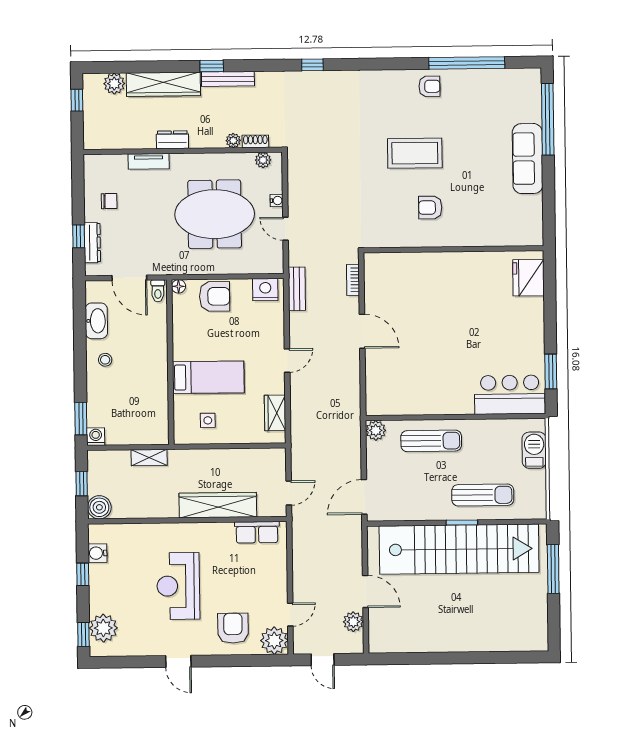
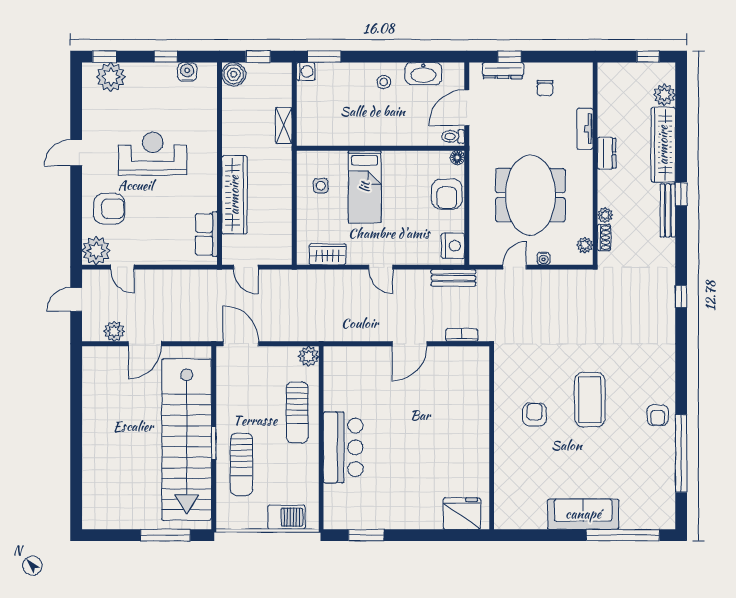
bar counter: (510, 395) -> (343, 447), moved

